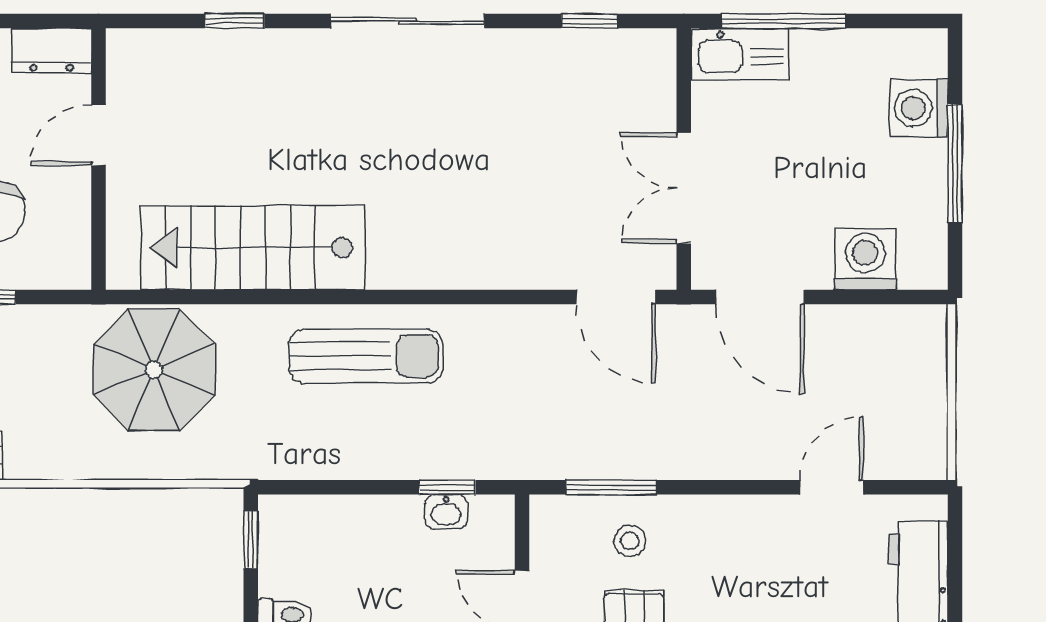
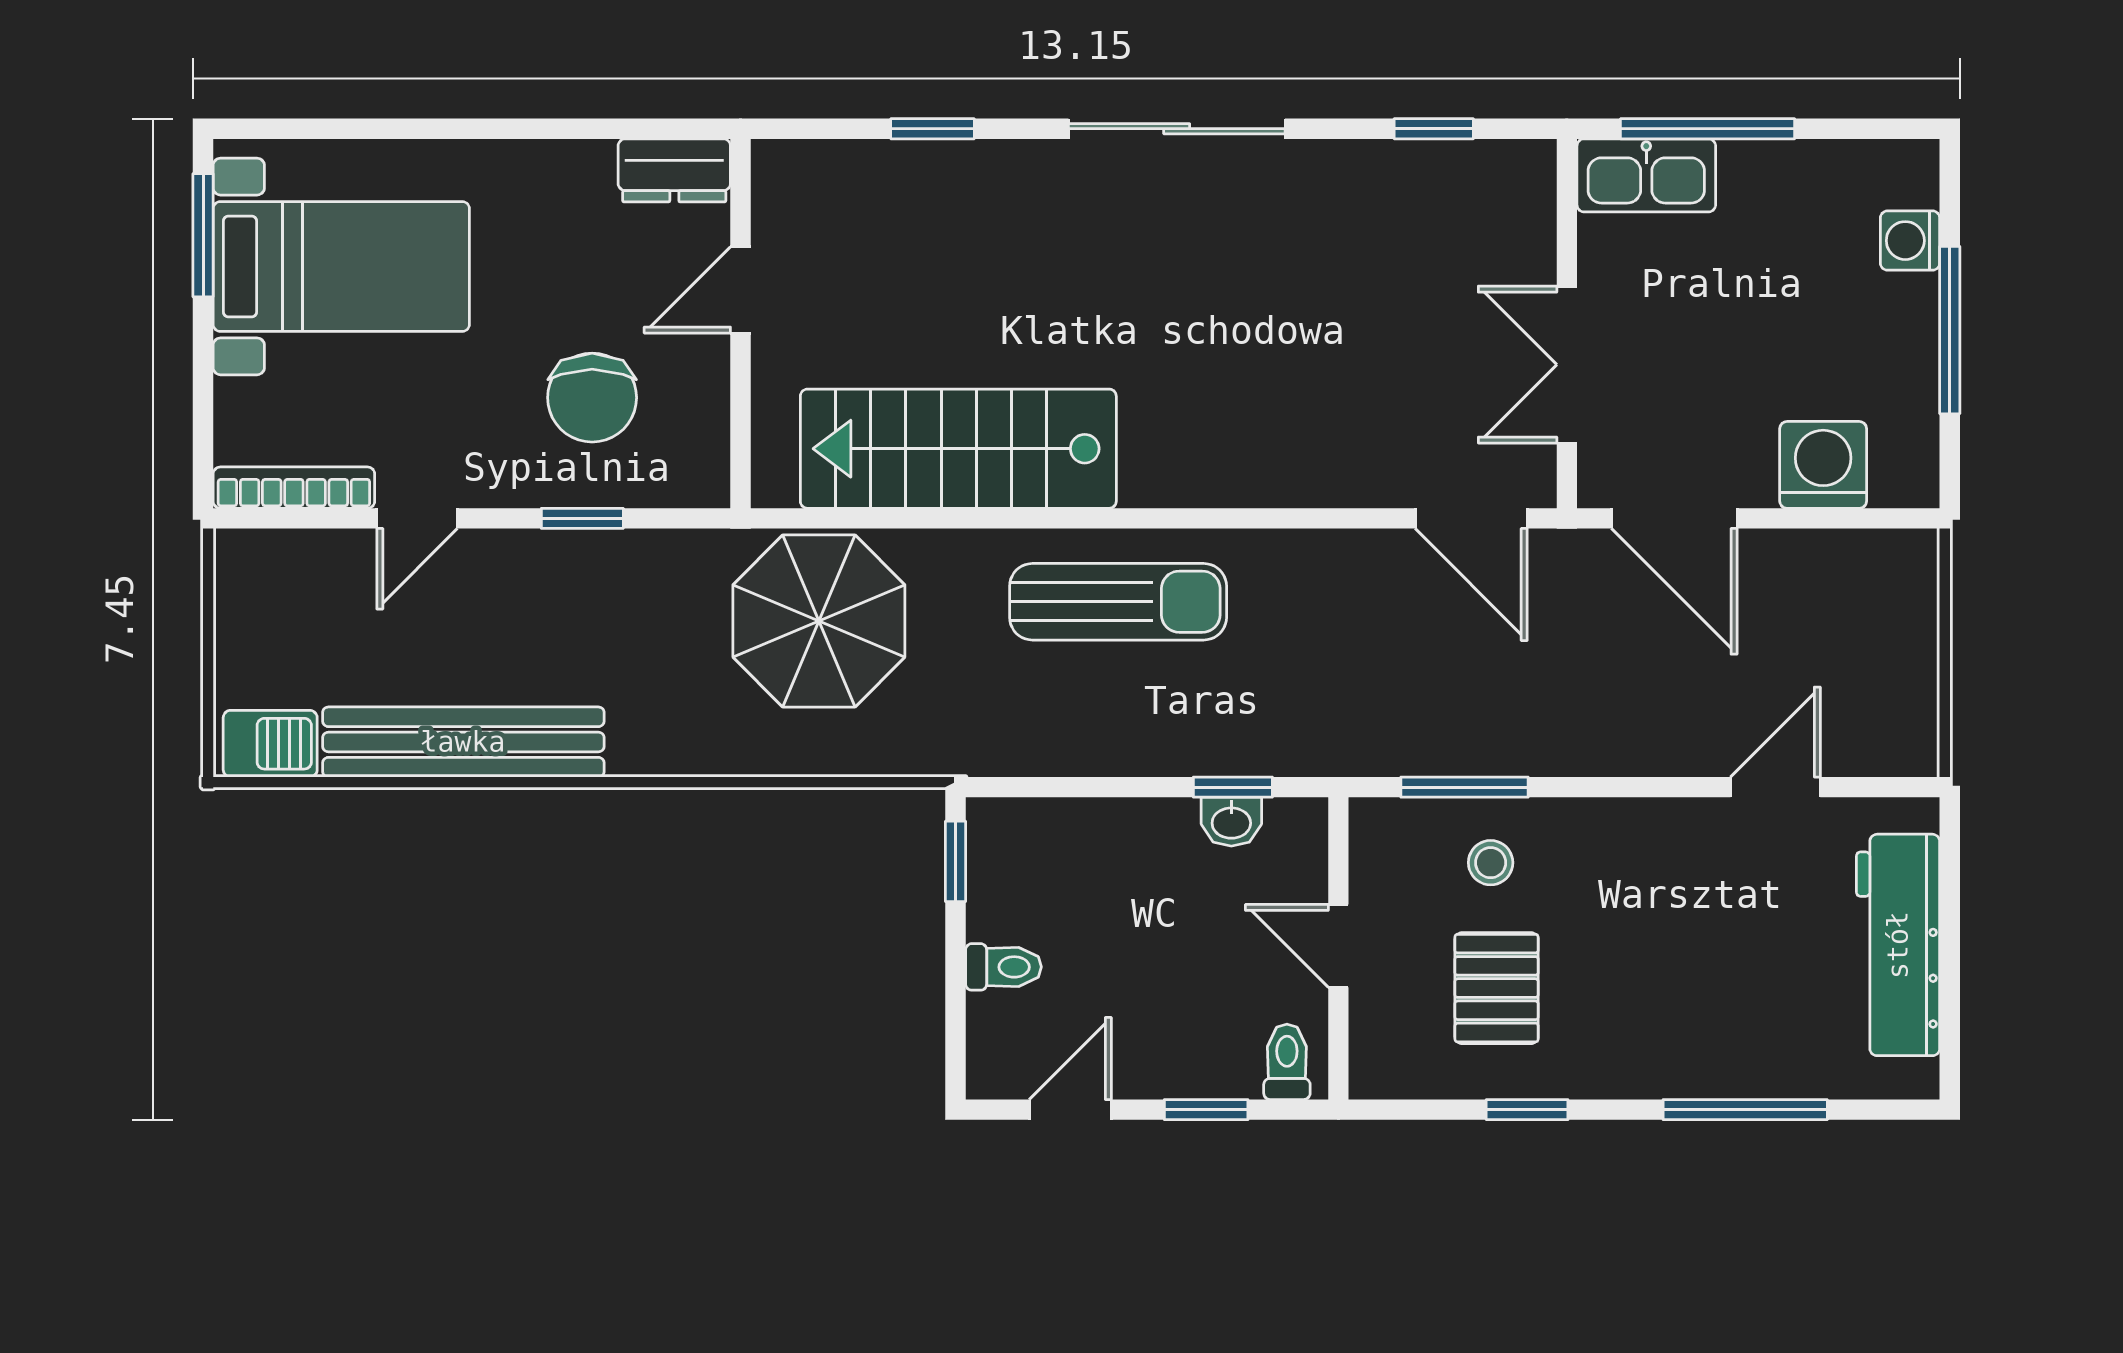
washing machine: (919, 108) -> (1910, 241), width x0.73, depth x0.73

